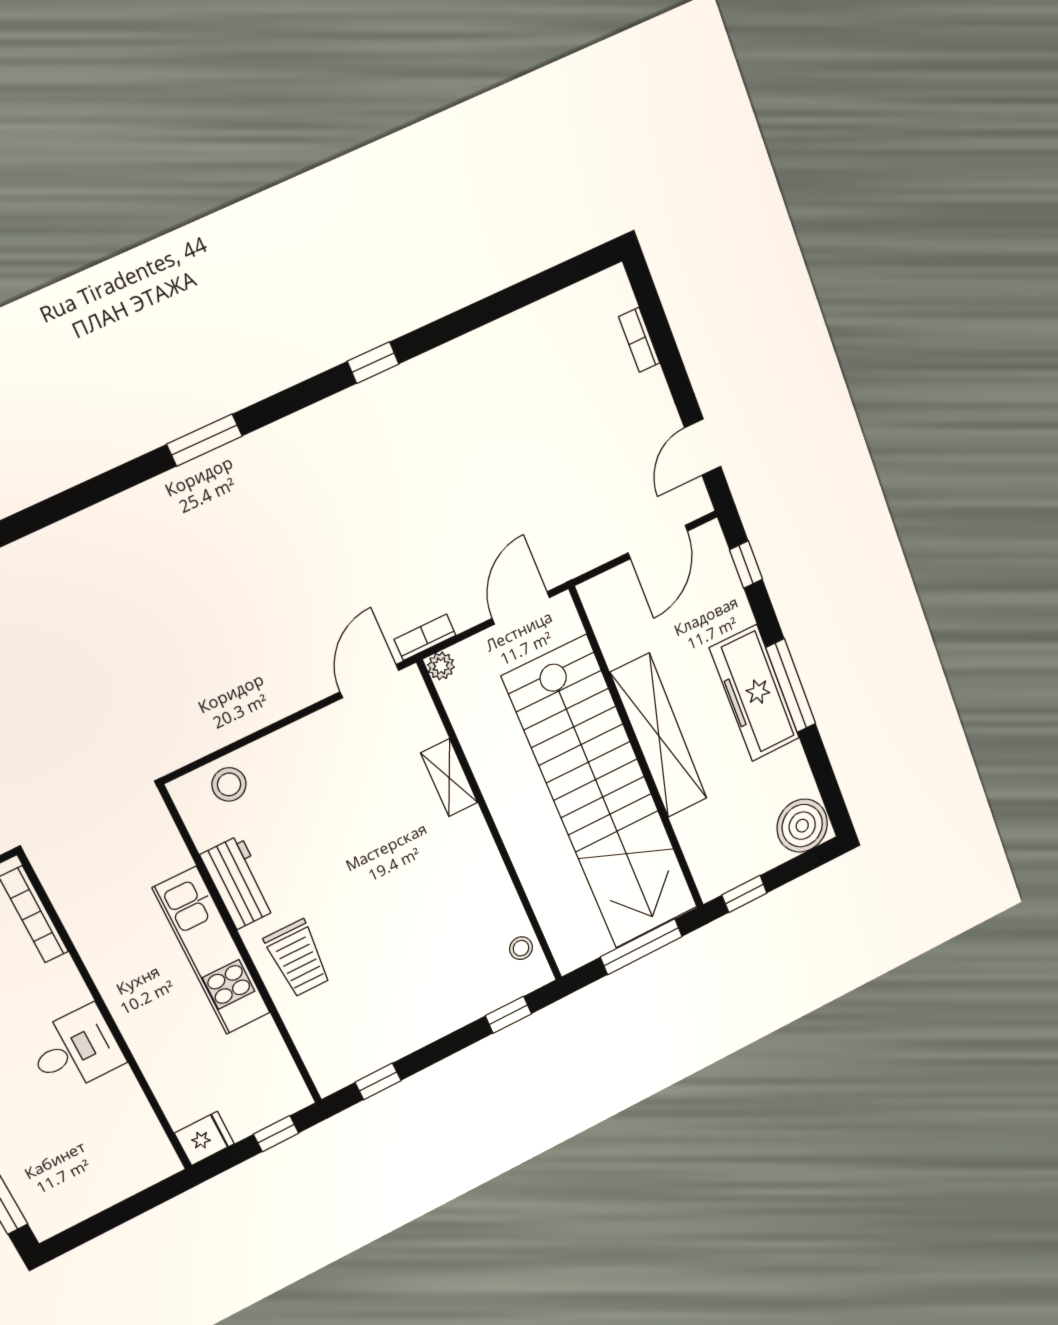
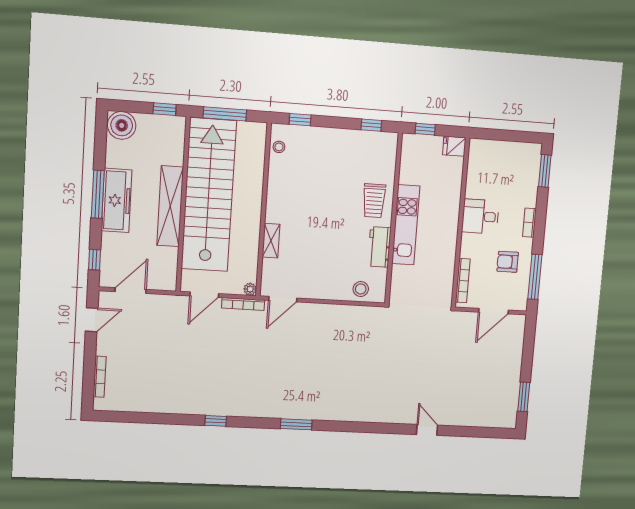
bookcase: (639, 340) -> (100, 377), width x1.56
bookcase: (425, 637) -> (243, 304), width x1.56
trolley: (298, 958) -> (374, 201), turned 180

